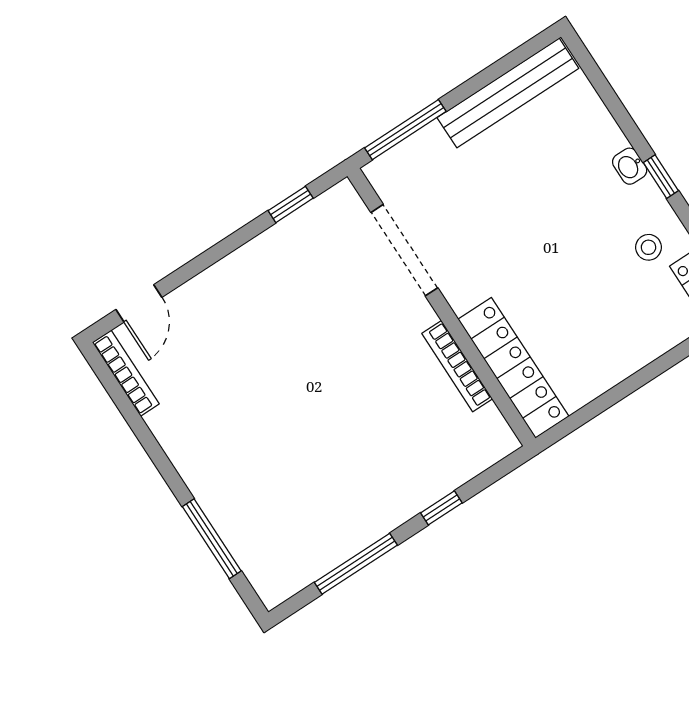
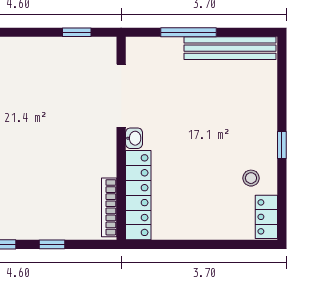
window: (405, 130) -> (188, 32), moved
washbasin: (630, 166) -> (134, 138), moved, turned 180
bookcase: (457, 366) -> (109, 207), moved

